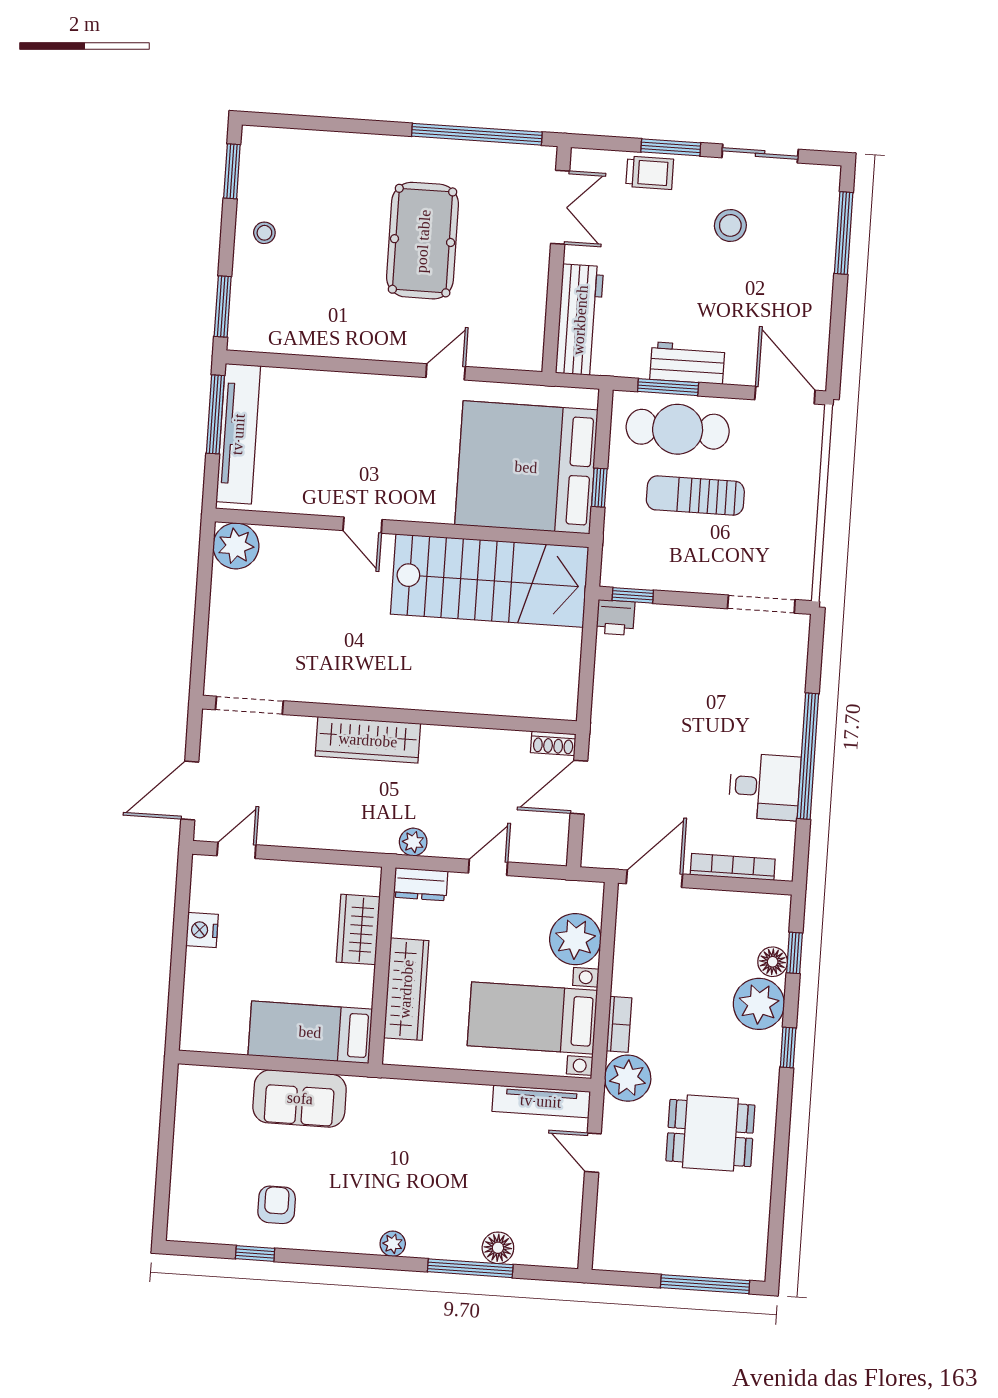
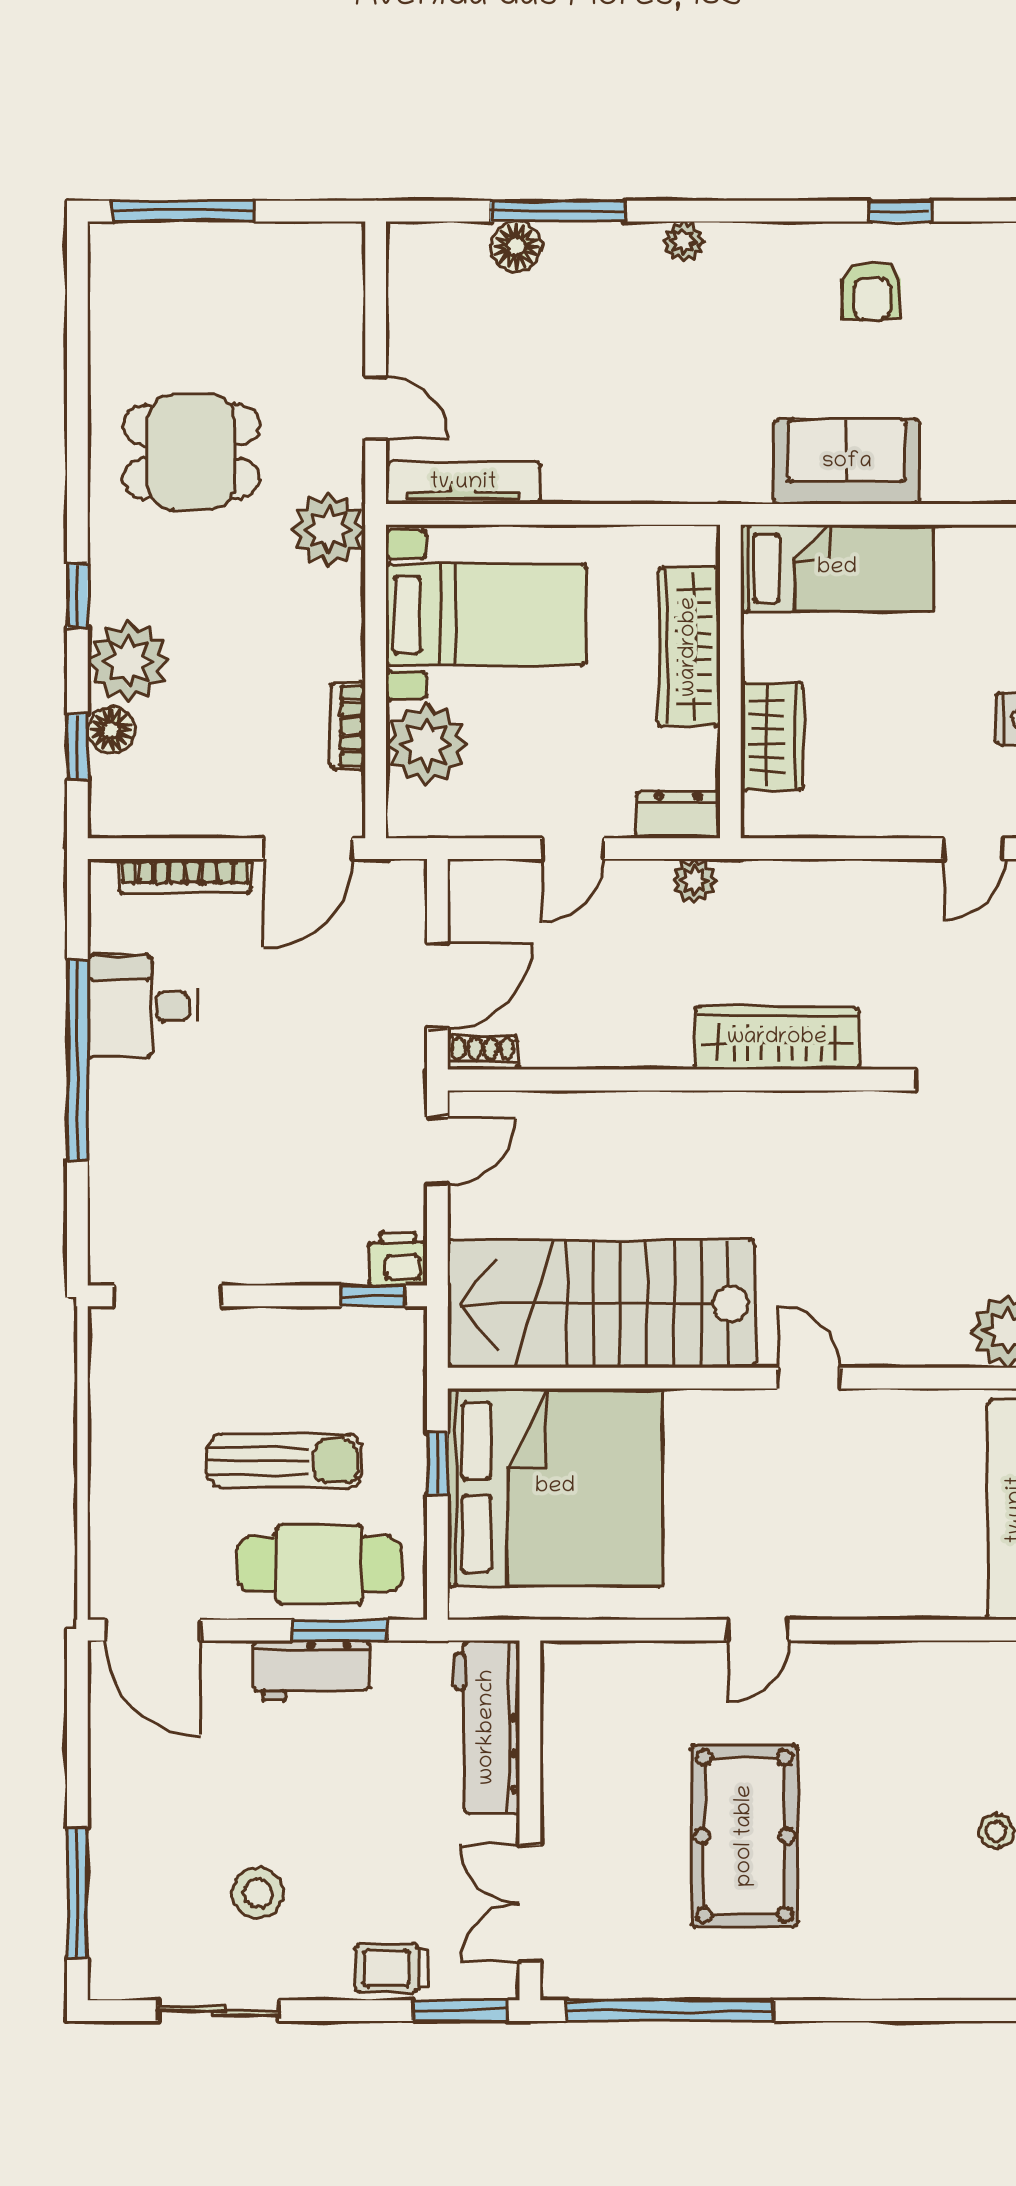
window: (671, 147) -> (460, 2011), moved
door: (446, 372) -> (758, 1630), moved
door: (586, 684) -> (437, 1151), added
bookcase: (619, 1024) -> (348, 726), moved

